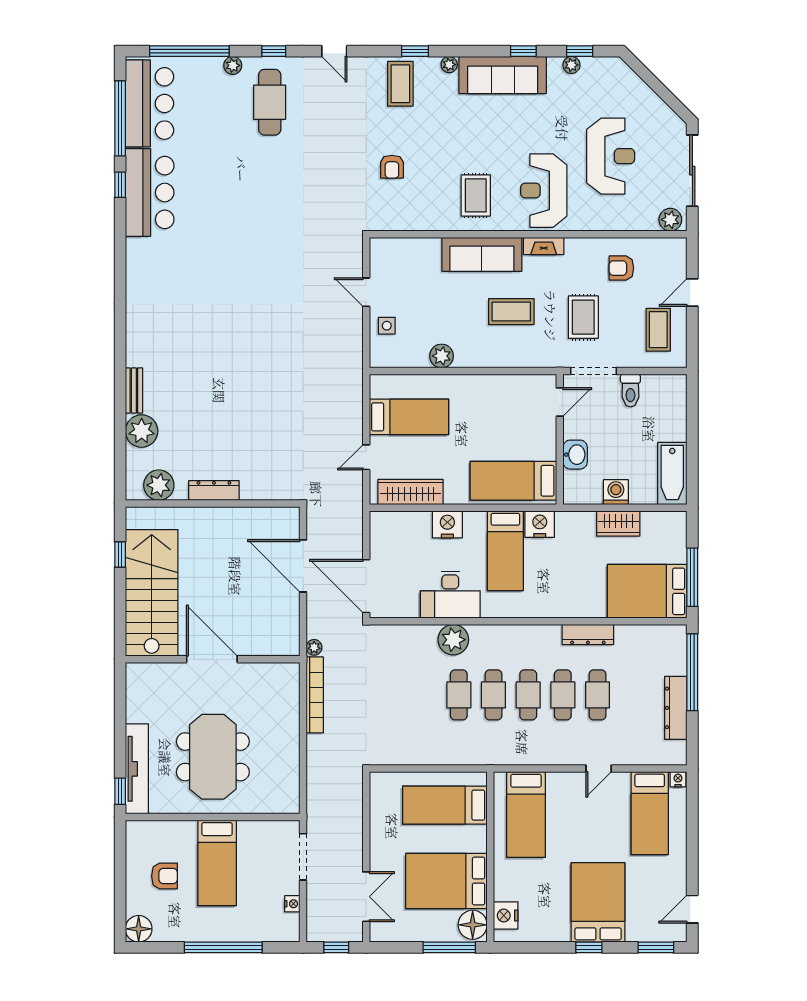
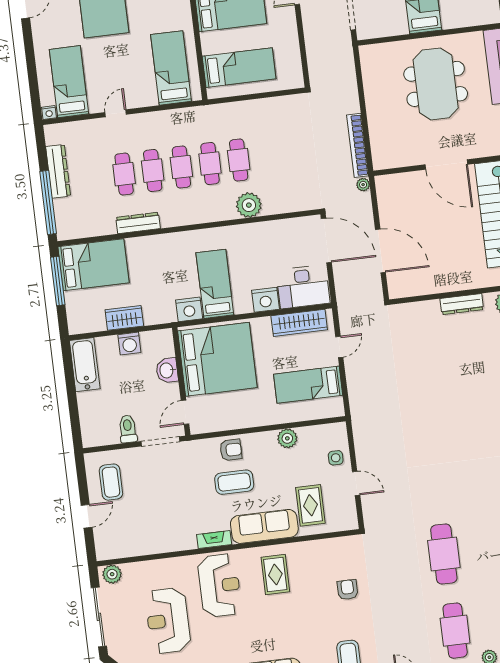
cafe table: (272, 195) -> (444, 554), added
armchair: (621, 268) -> (231, 450), moved
rug: (583, 317) -> (310, 505), moved
bed: (513, 481) -> (217, 359), width x2.04
desk: (450, 595) -> (303, 287), moved, turned 180

